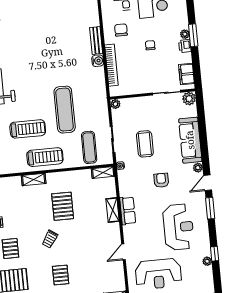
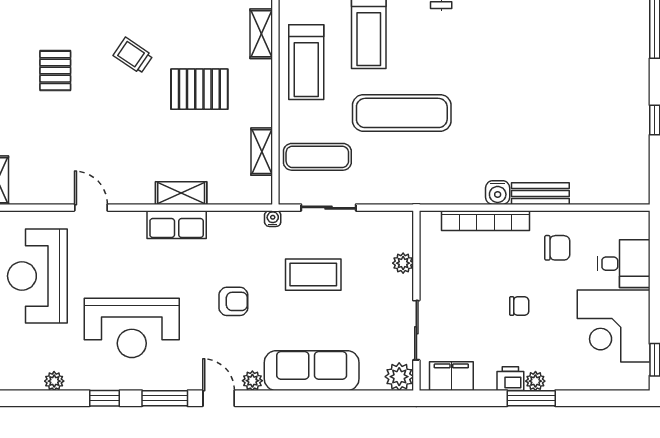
plant: (115, 104) -> (403, 263), moved
shelving: (103, 173) -> (262, 152), moved
window: (215, 254) -> (105, 398), moved
pallet: (61, 275) -> (55, 71), turned 90

